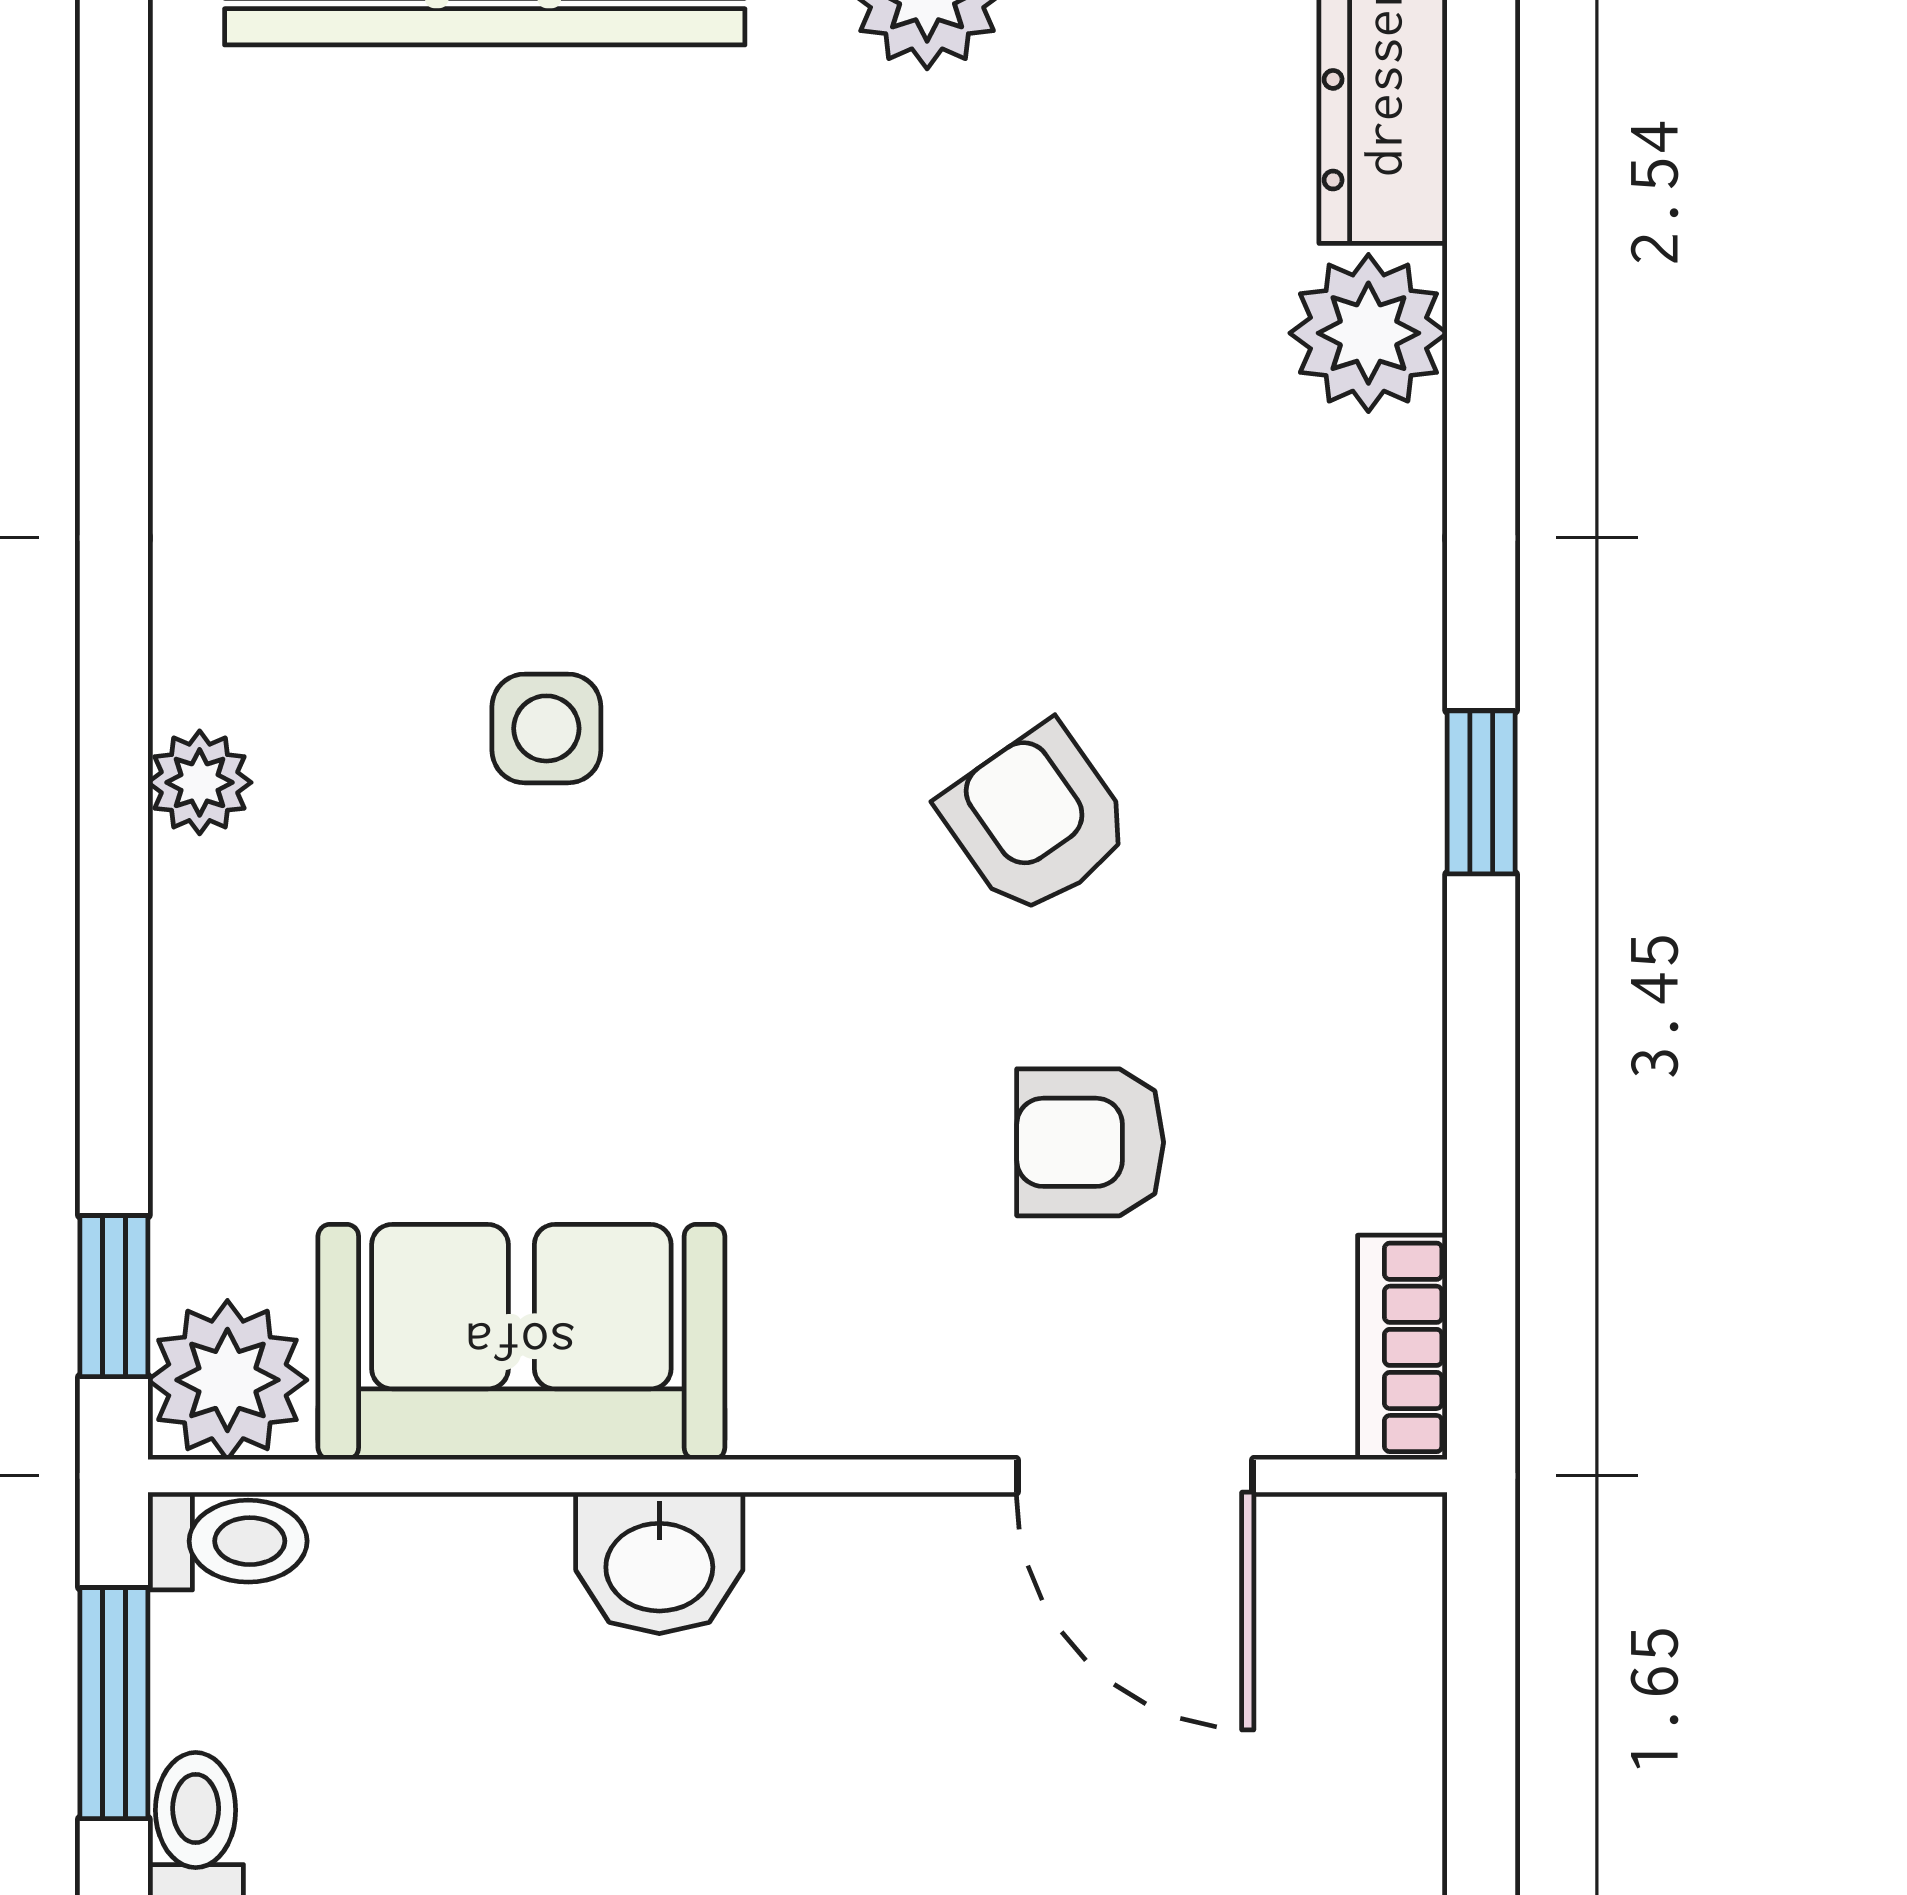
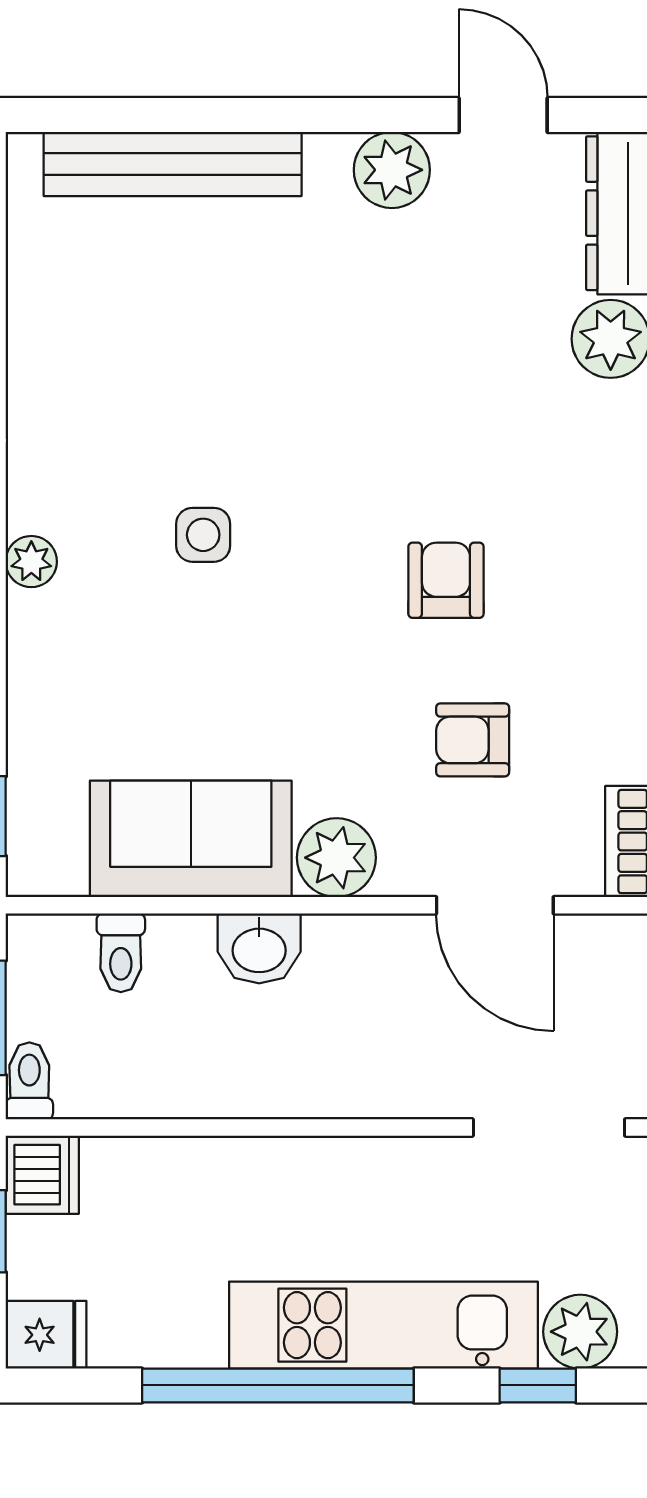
armchair: (1036, 820) -> (446, 580), turned 35
plant: (227, 1380) -> (336, 858), moved
toilet: (227, 1541) -> (121, 953), moved, turned 90

